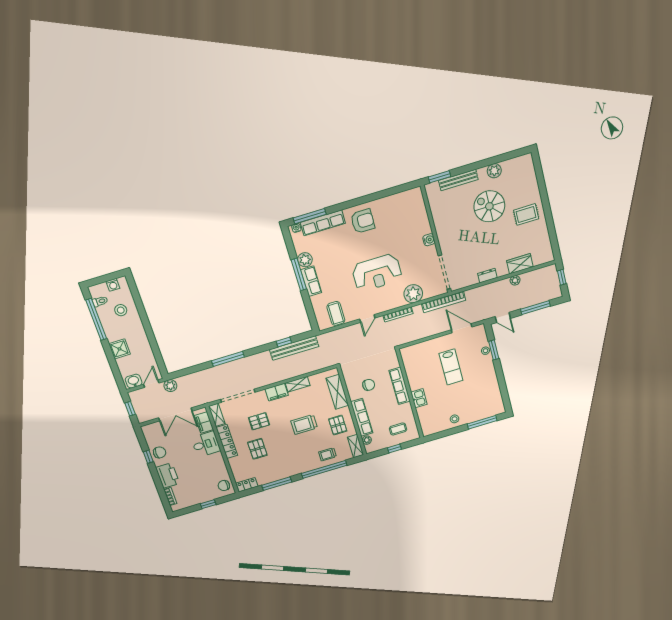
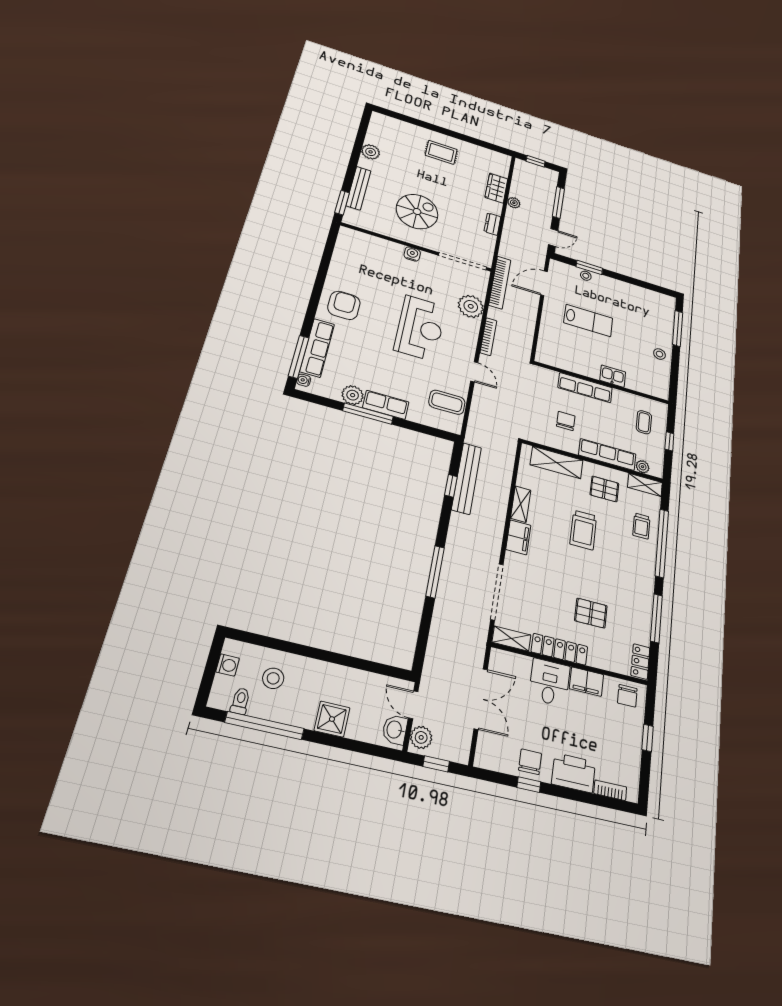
spiral stairs: (489, 206) -> (417, 211), moved, turned 180
rug: (526, 214) -> (441, 152), turned 90
plant: (170, 386) -> (421, 737), moved
pallet: (259, 421) -> (550, 586), removed
filing cabinet: (204, 423) -> (586, 682), moved

